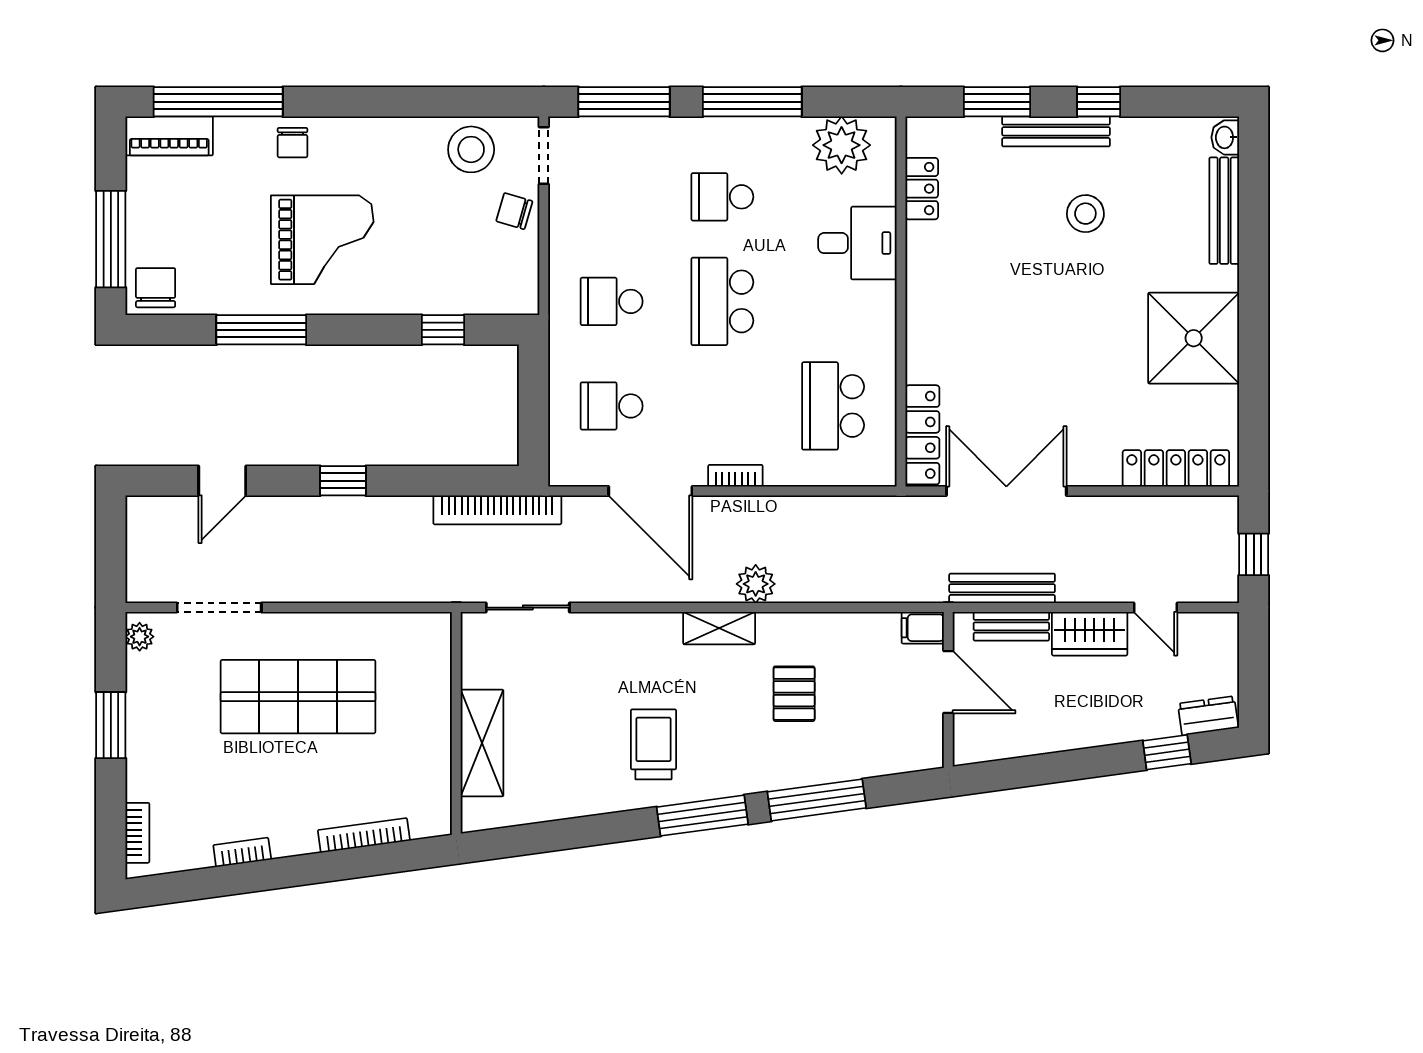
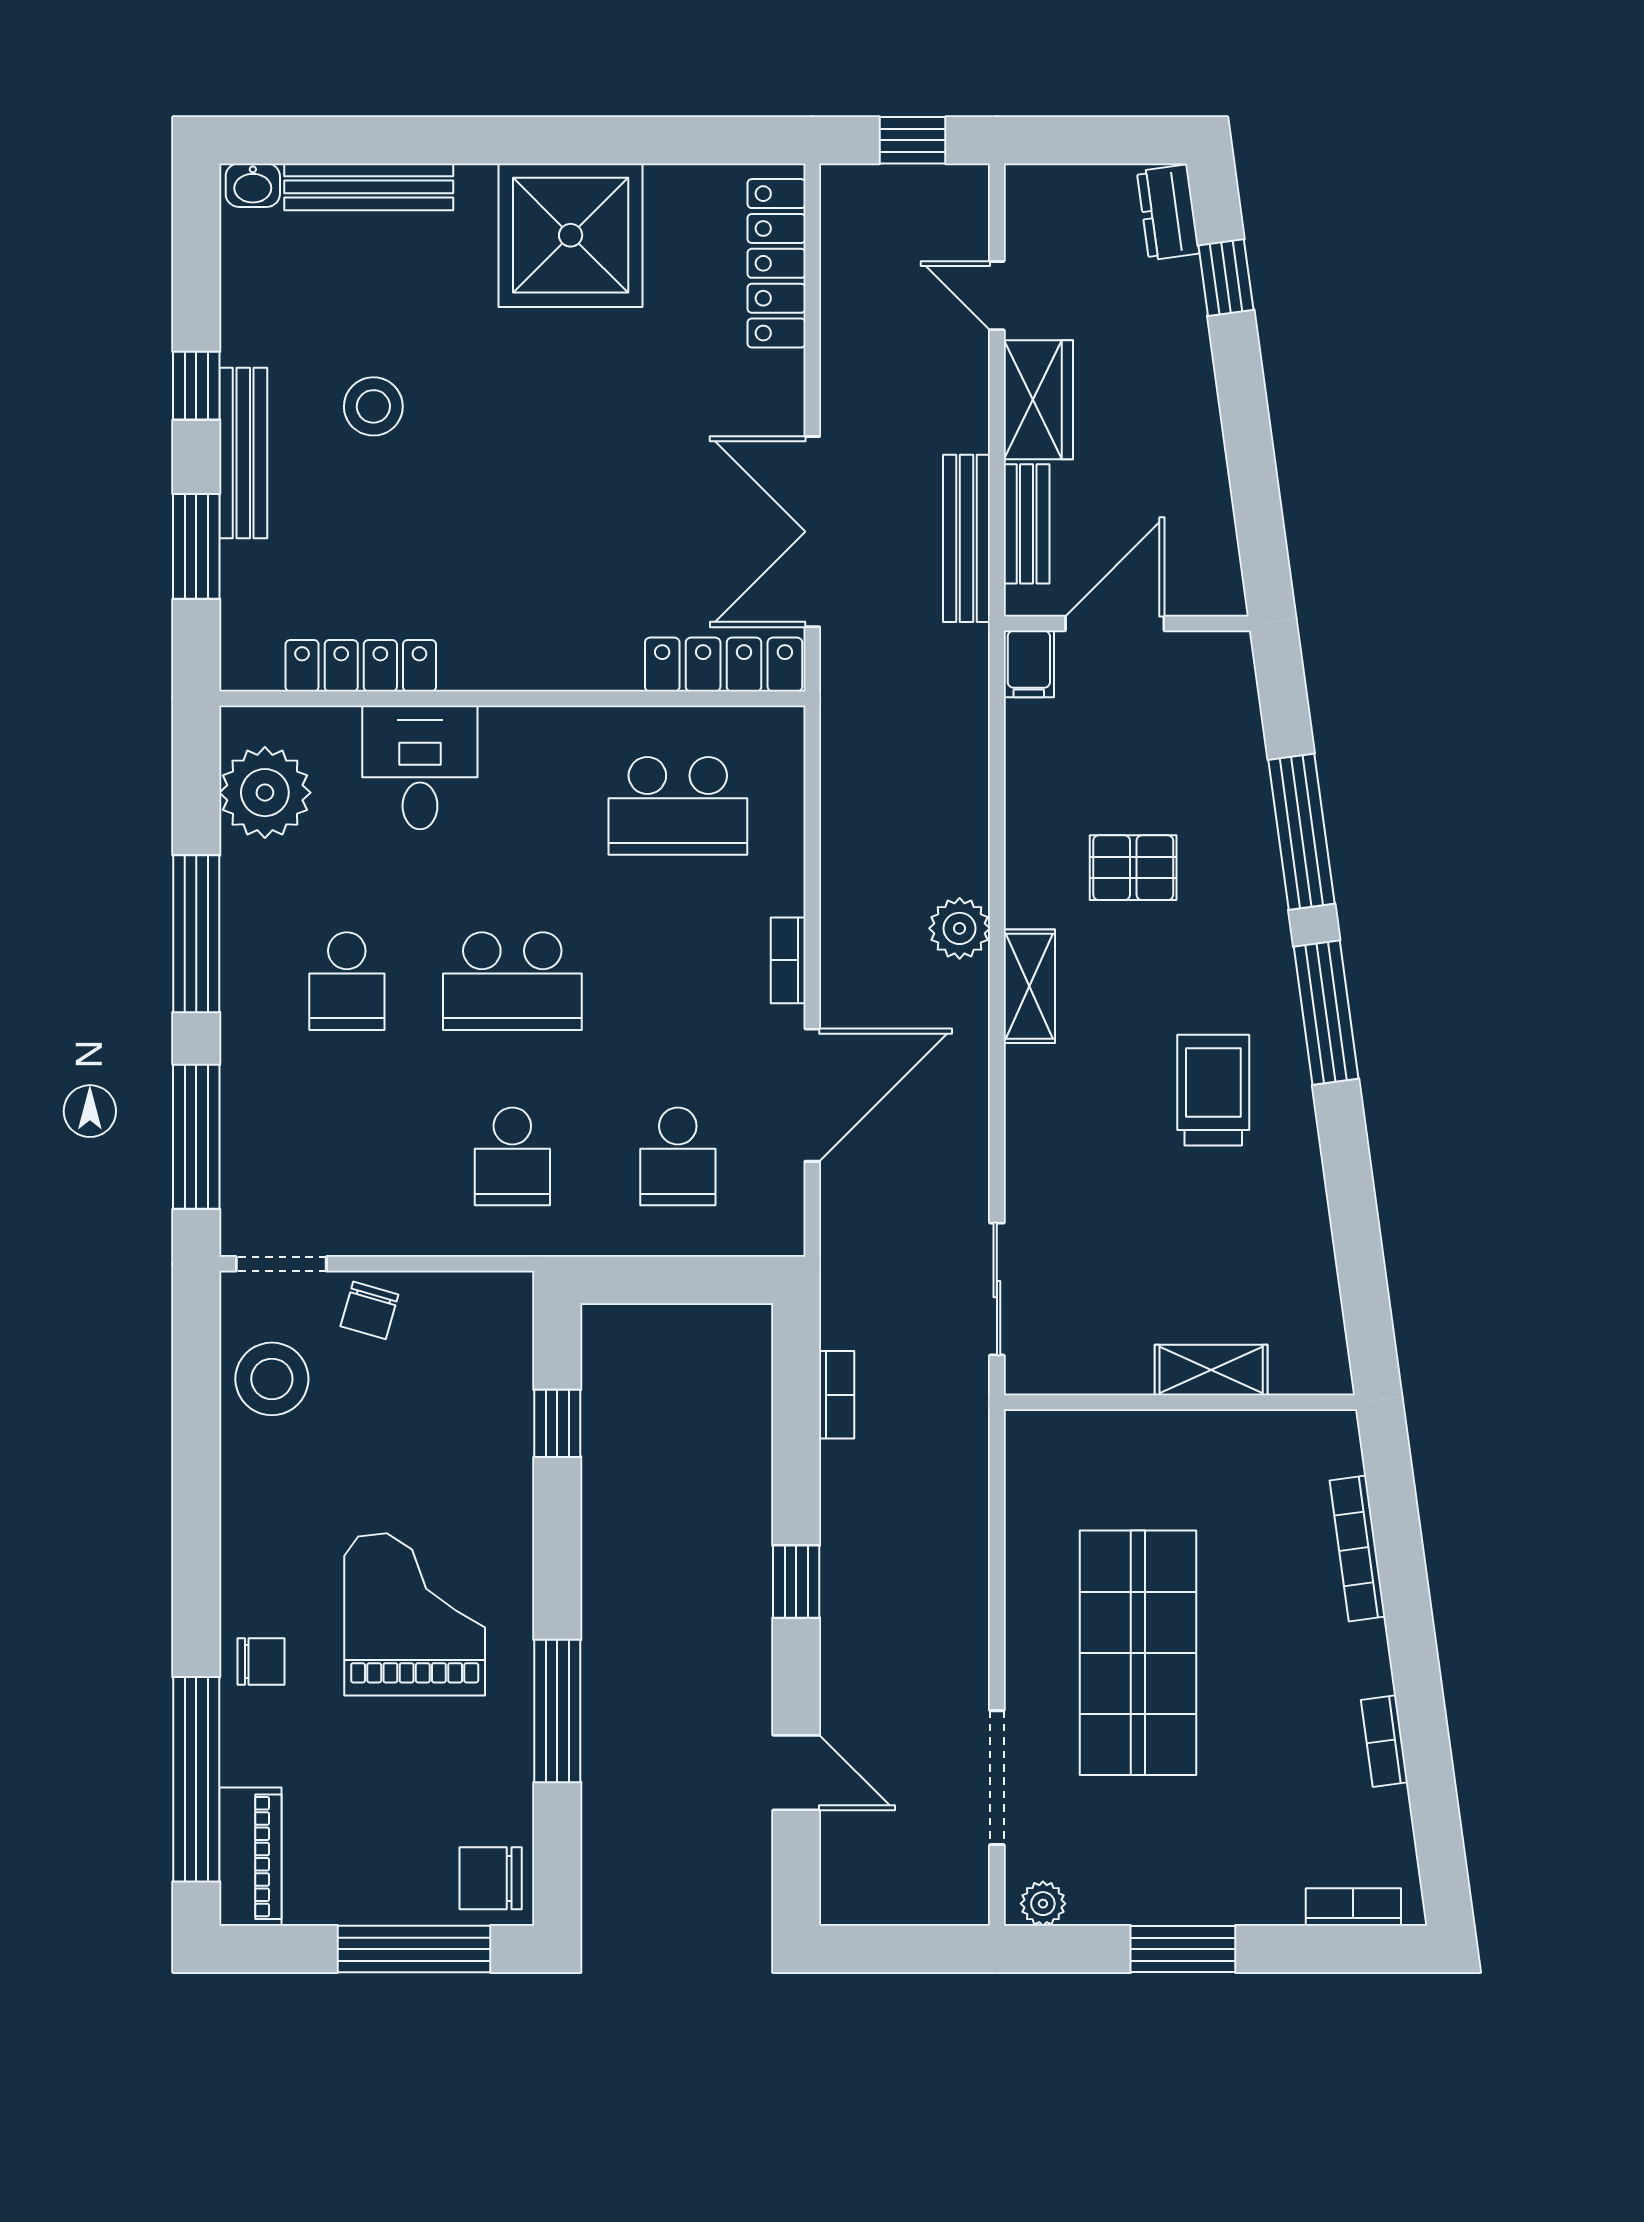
locker: (922, 189) -> (361, 666), width x1.53
bookcase: (497, 510) -> (837, 1395), width x0.43, depth x0.76
door: (1155, 608) -> (997, 296), swing flipped
shelving: (482, 743) -> (1211, 1370), width x0.67, depth x0.75
trolley: (653, 744) -> (1213, 1090), turned 90

